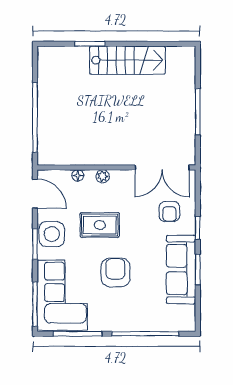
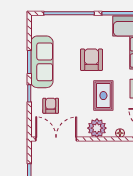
plant: (103, 176) -> (97, 128), width x1.87, depth x1.87
rug: (100, 225) -> (103, 96), turned 90
armchair: (115, 272) -> (91, 60), turned 180

